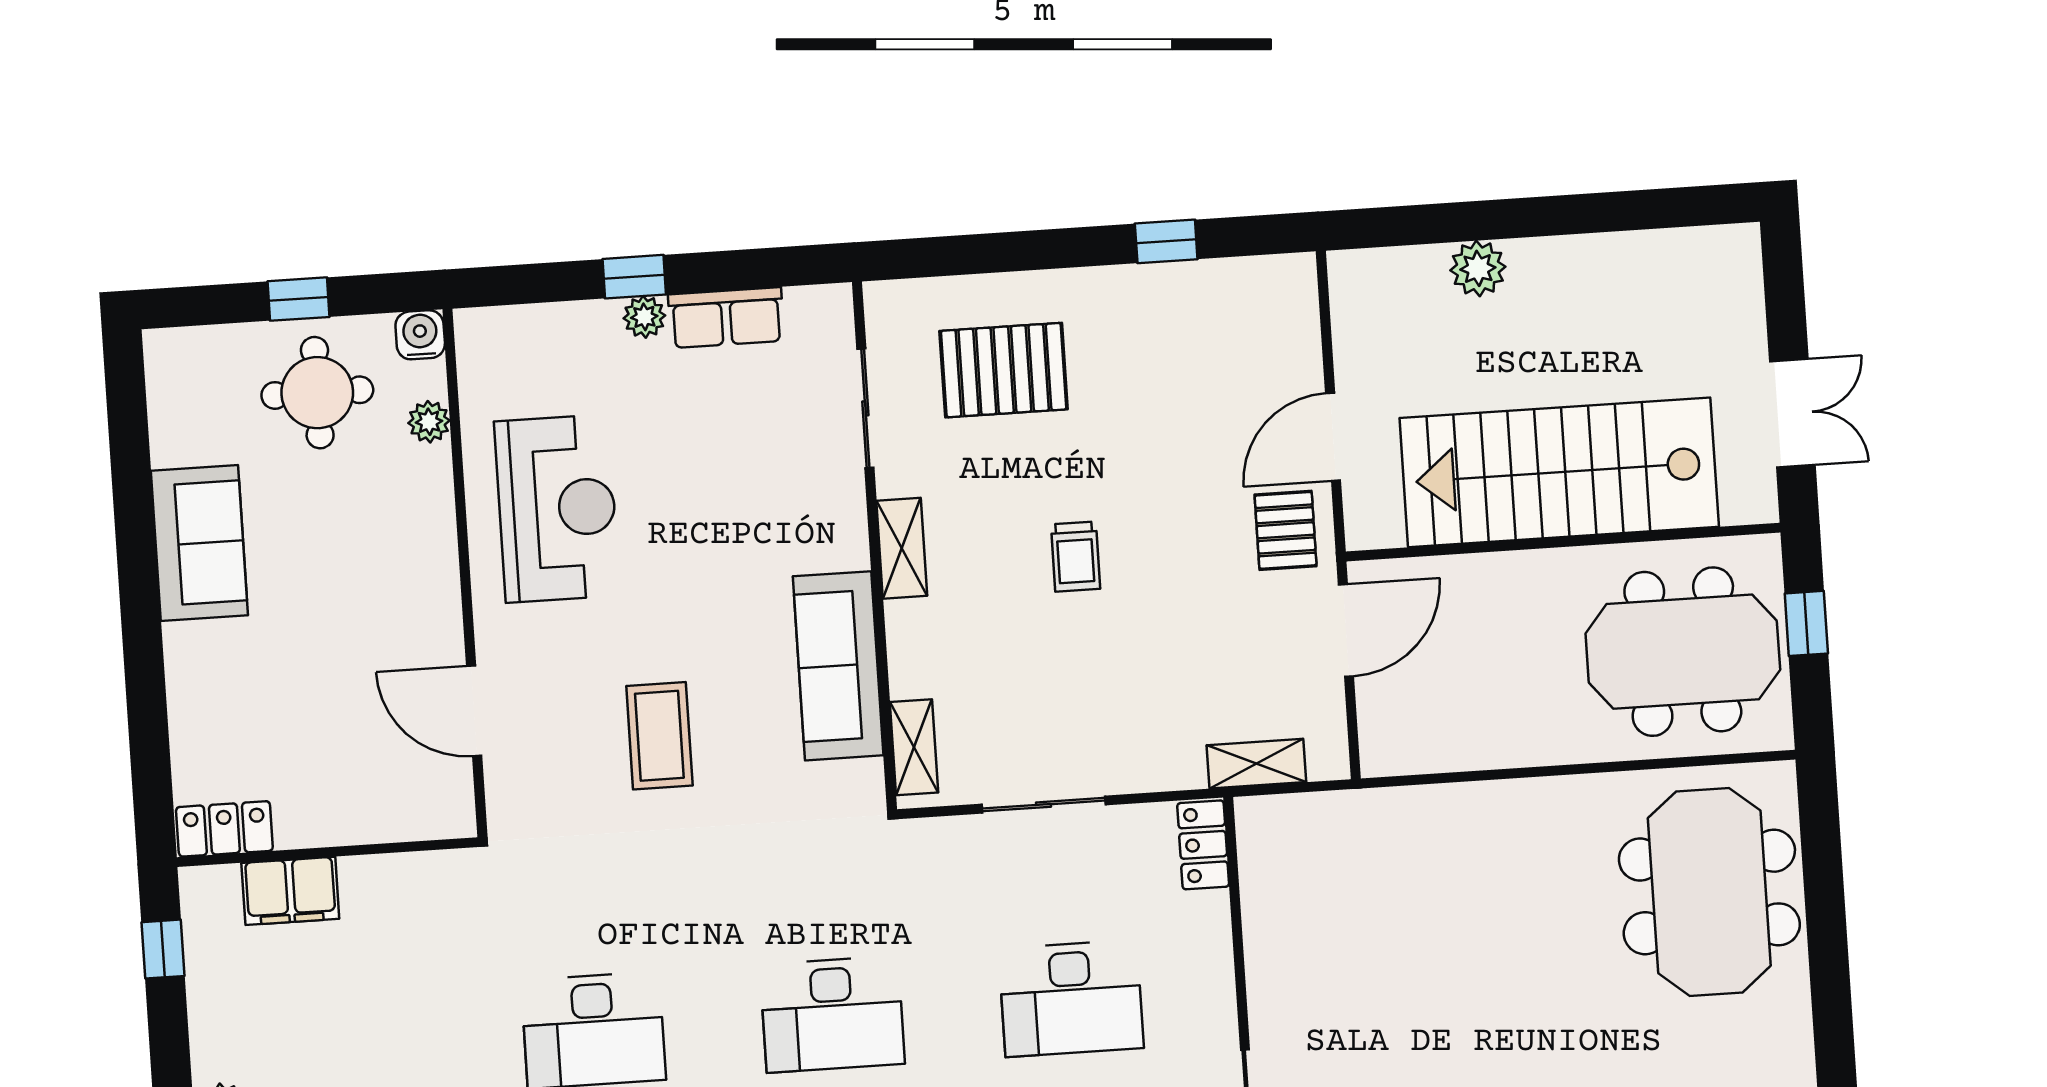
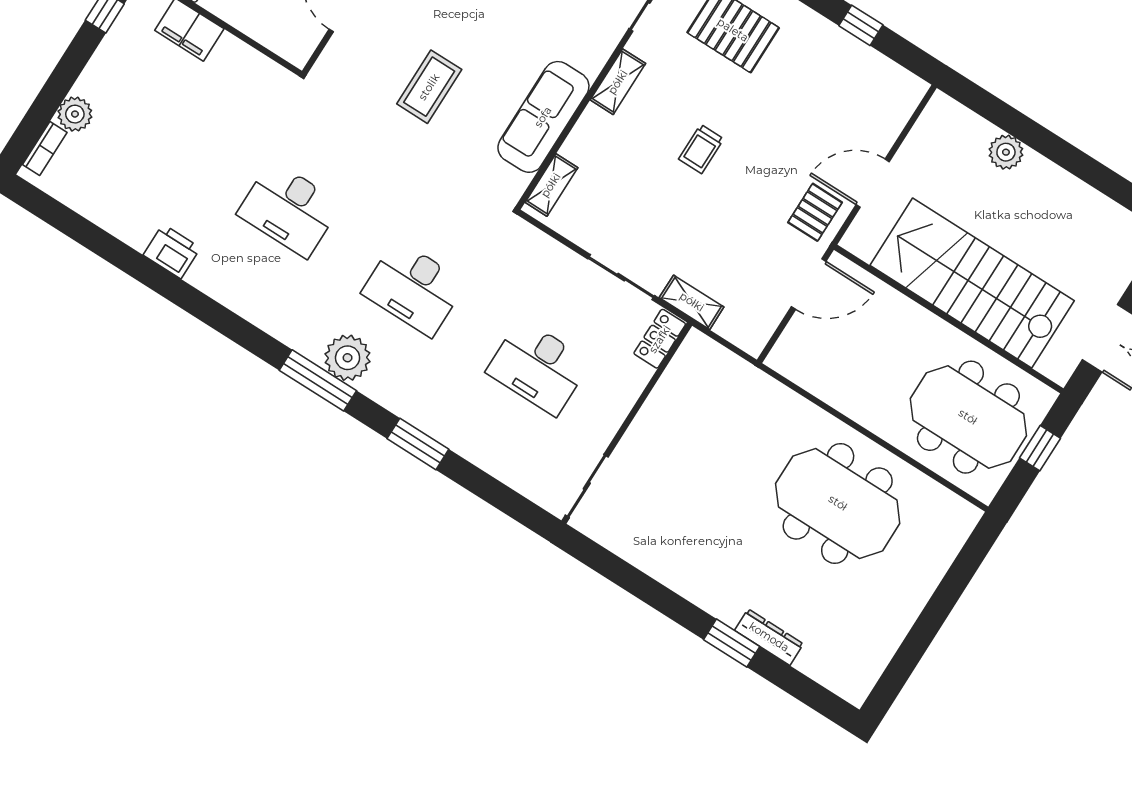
shelving: (1256, 764) -> (692, 302), moved
sliding door: (1044, 805) -> (621, 277), moved
meeting table: (1709, 892) -> (838, 503), moved, turned 90

